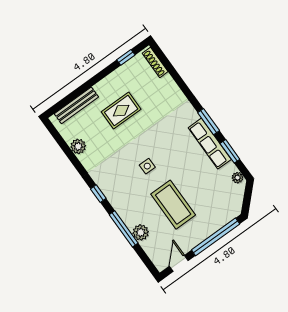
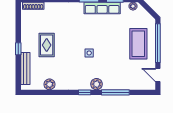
window: (126, 57) -> (18, 49), moved
coffee table: (173, 205) -> (138, 44), moved, turned 90
plant: (141, 232) -> (97, 84), moved

